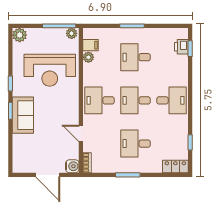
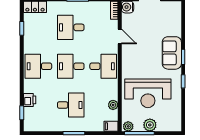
plant: (20, 35) -> (150, 125), moved
filing cabinet: (91, 45) -> (111, 126), moved
printer: (181, 47) -> (30, 100), moved
reception desk: (50, 70) -> (148, 93), turned 180
desk: (136, 100) -> (71, 66), turned 180
desk: (136, 144) -> (71, 27), turned 180

